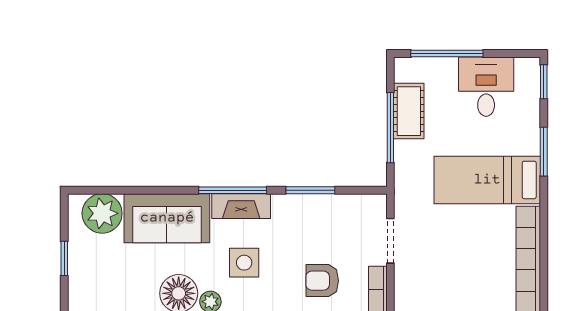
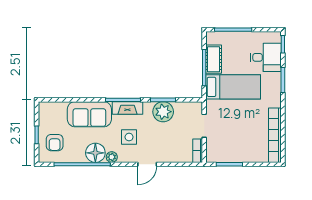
desk: (486, 87) -> (266, 57), moved, turned 90
bed: (487, 180) -> (233, 87), moved, turned 180
plant: (102, 213) -> (163, 112), moved
armchair: (322, 281) -> (55, 143), moved, turned -90

